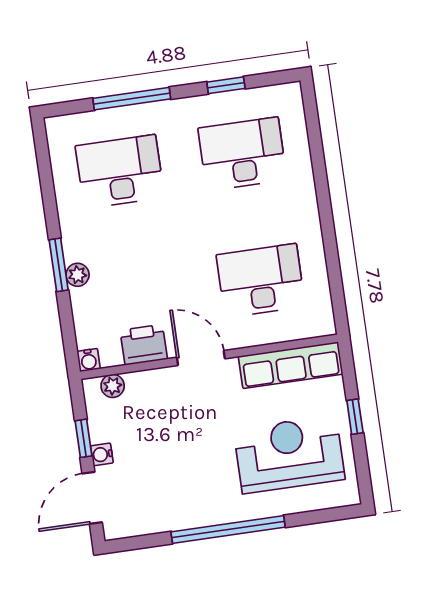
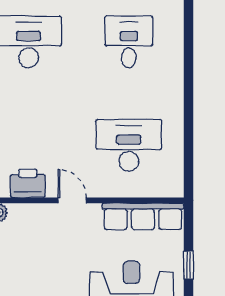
desk: (242, 154) -> (129, 42), width x0.73
door: (201, 358) -> (72, 200), width x0.73

